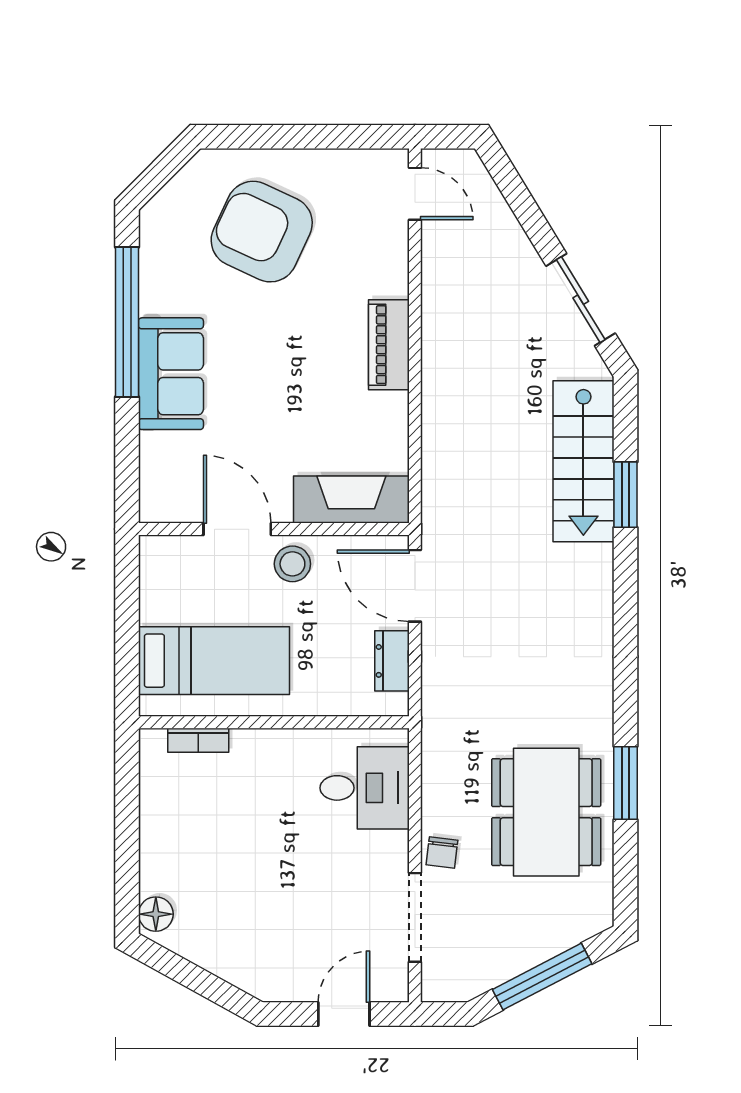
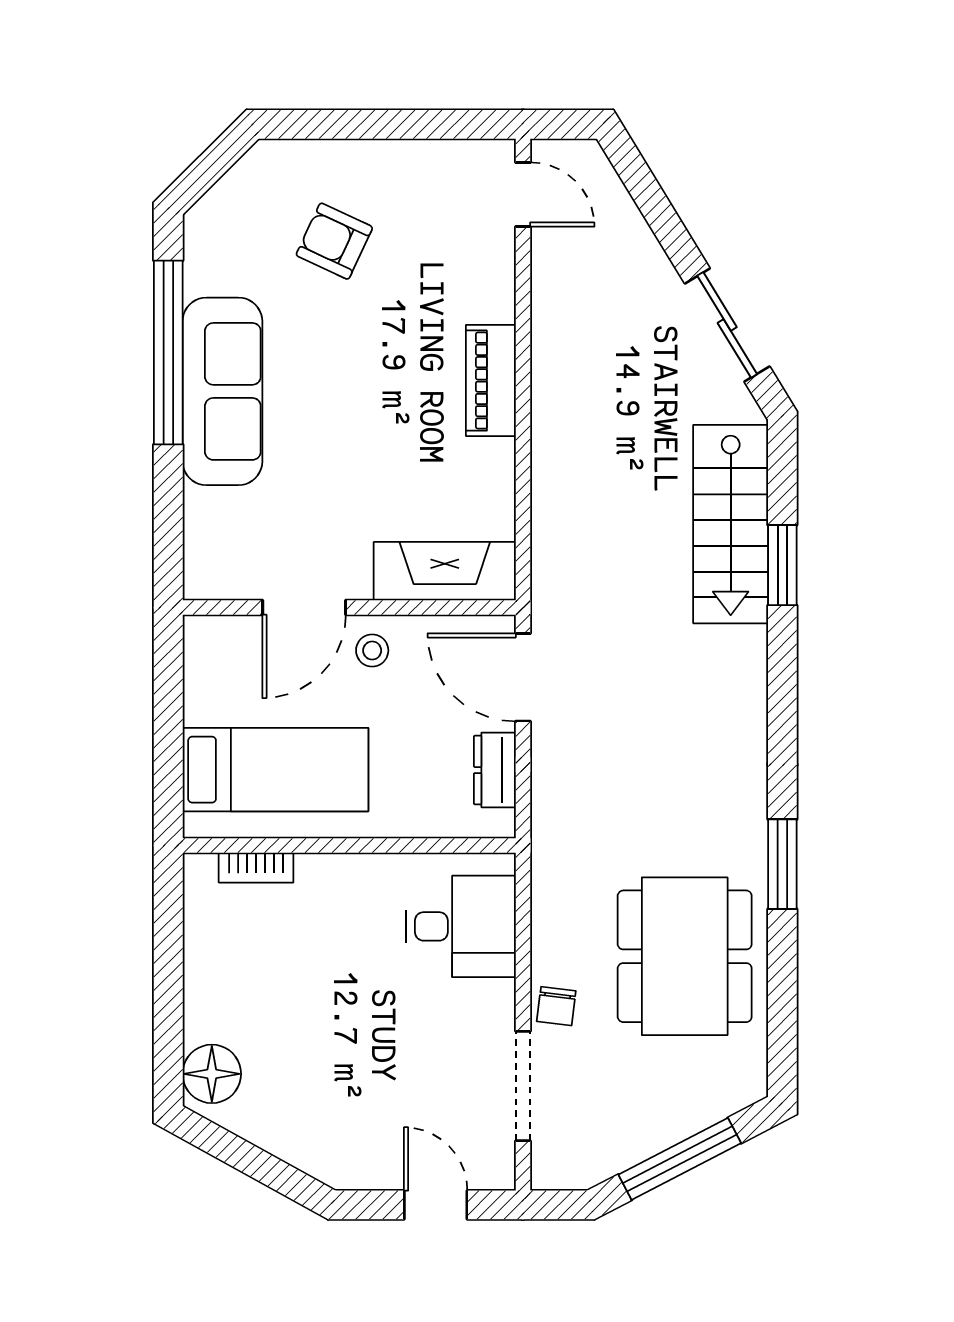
armchair: (262, 232) -> (334, 241), width x0.53, depth x0.53
sofa: (171, 374) -> (222, 391), width x1.36
door: (237, 529) -> (304, 608), swing flipped
stool: (292, 564) -> (372, 650), width x0.73, depth x0.73
window: (625, 783) -> (782, 864), moved
floor lamp: (156, 914) -> (212, 1074), width x1.38, depth x1.38
door: (344, 1014) -> (436, 1205), hinge flipped

